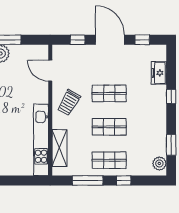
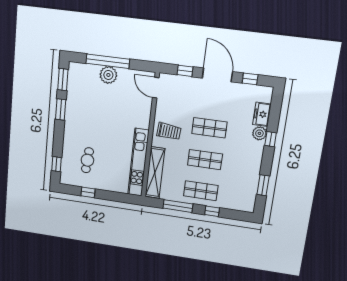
door: (50, 71) -> (156, 88), moved
trolley: (69, 103) -> (169, 131), turned -115
shelving: (59, 148) -> (155, 173), width x1.47
plant: (159, 163) -> (259, 133), moved

